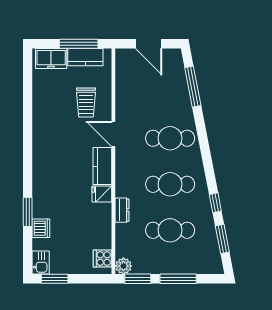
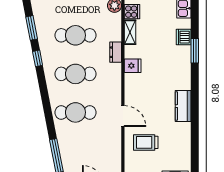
trolley: (86, 103) -> (146, 142), turned -90
kitchen counter: (102, 166) -> (183, 106), moved, turned 180
shelving: (105, 234) -> (130, 32), added

